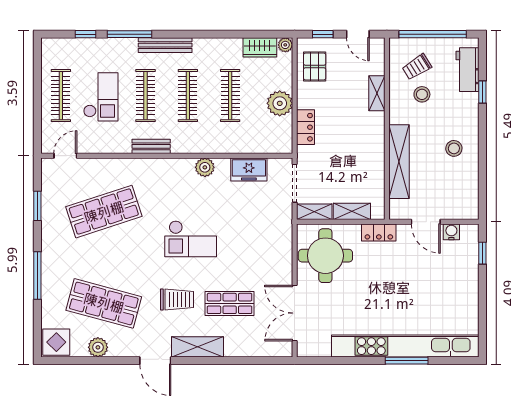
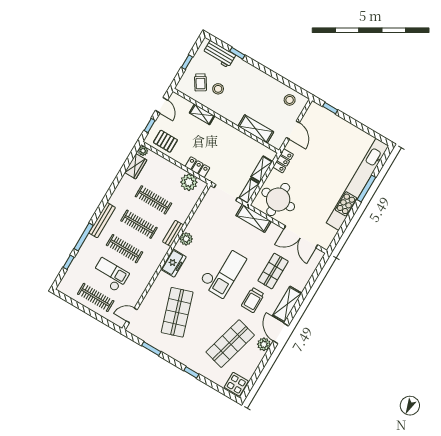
door: (358, 34) -> (162, 105), hinge flipped
window: (433, 34) -> (187, 62), width x0.32
plant: (280, 103) -> (189, 182), moved
bench: (151, 146) -> (173, 233), moved
stool: (454, 148) -> (290, 100), moved
door: (65, 156) -> (132, 315), hinge flipped
shelving: (399, 162) -> (256, 129), width x0.68
freezer: (249, 169) -> (173, 263), moved
door: (426, 222) -> (293, 130), hinge flipped
water cooler: (451, 232) -> (307, 119), removed
shelving: (283, 238) -> (254, 218), added
checkout: (191, 239) -> (222, 271), width x1.36, depth x1.21
window: (37, 275) -> (191, 372), width x0.46
trolley: (177, 300) -> (253, 300), turned 180
plant: (98, 347) -> (264, 344), moved
door: (155, 361) -> (281, 333), swing flipped

